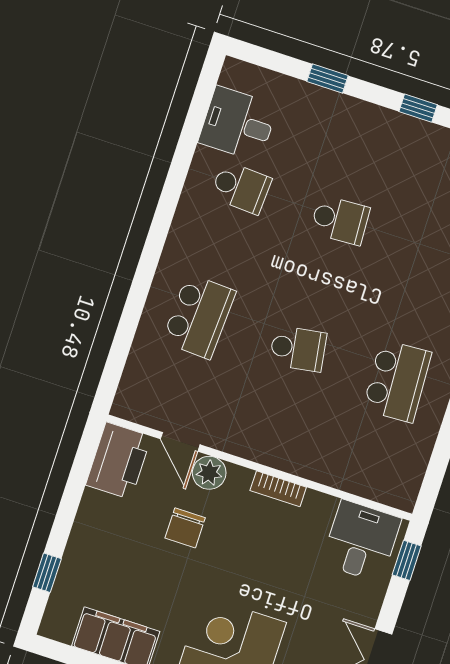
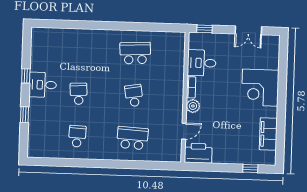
desk: (238, 124) -> (43, 85), moved, turned 90
plant: (209, 473) -> (193, 106), moved
chair: (185, 528) -> (217, 119), removed
desk: (361, 541) -> (202, 63), moved

